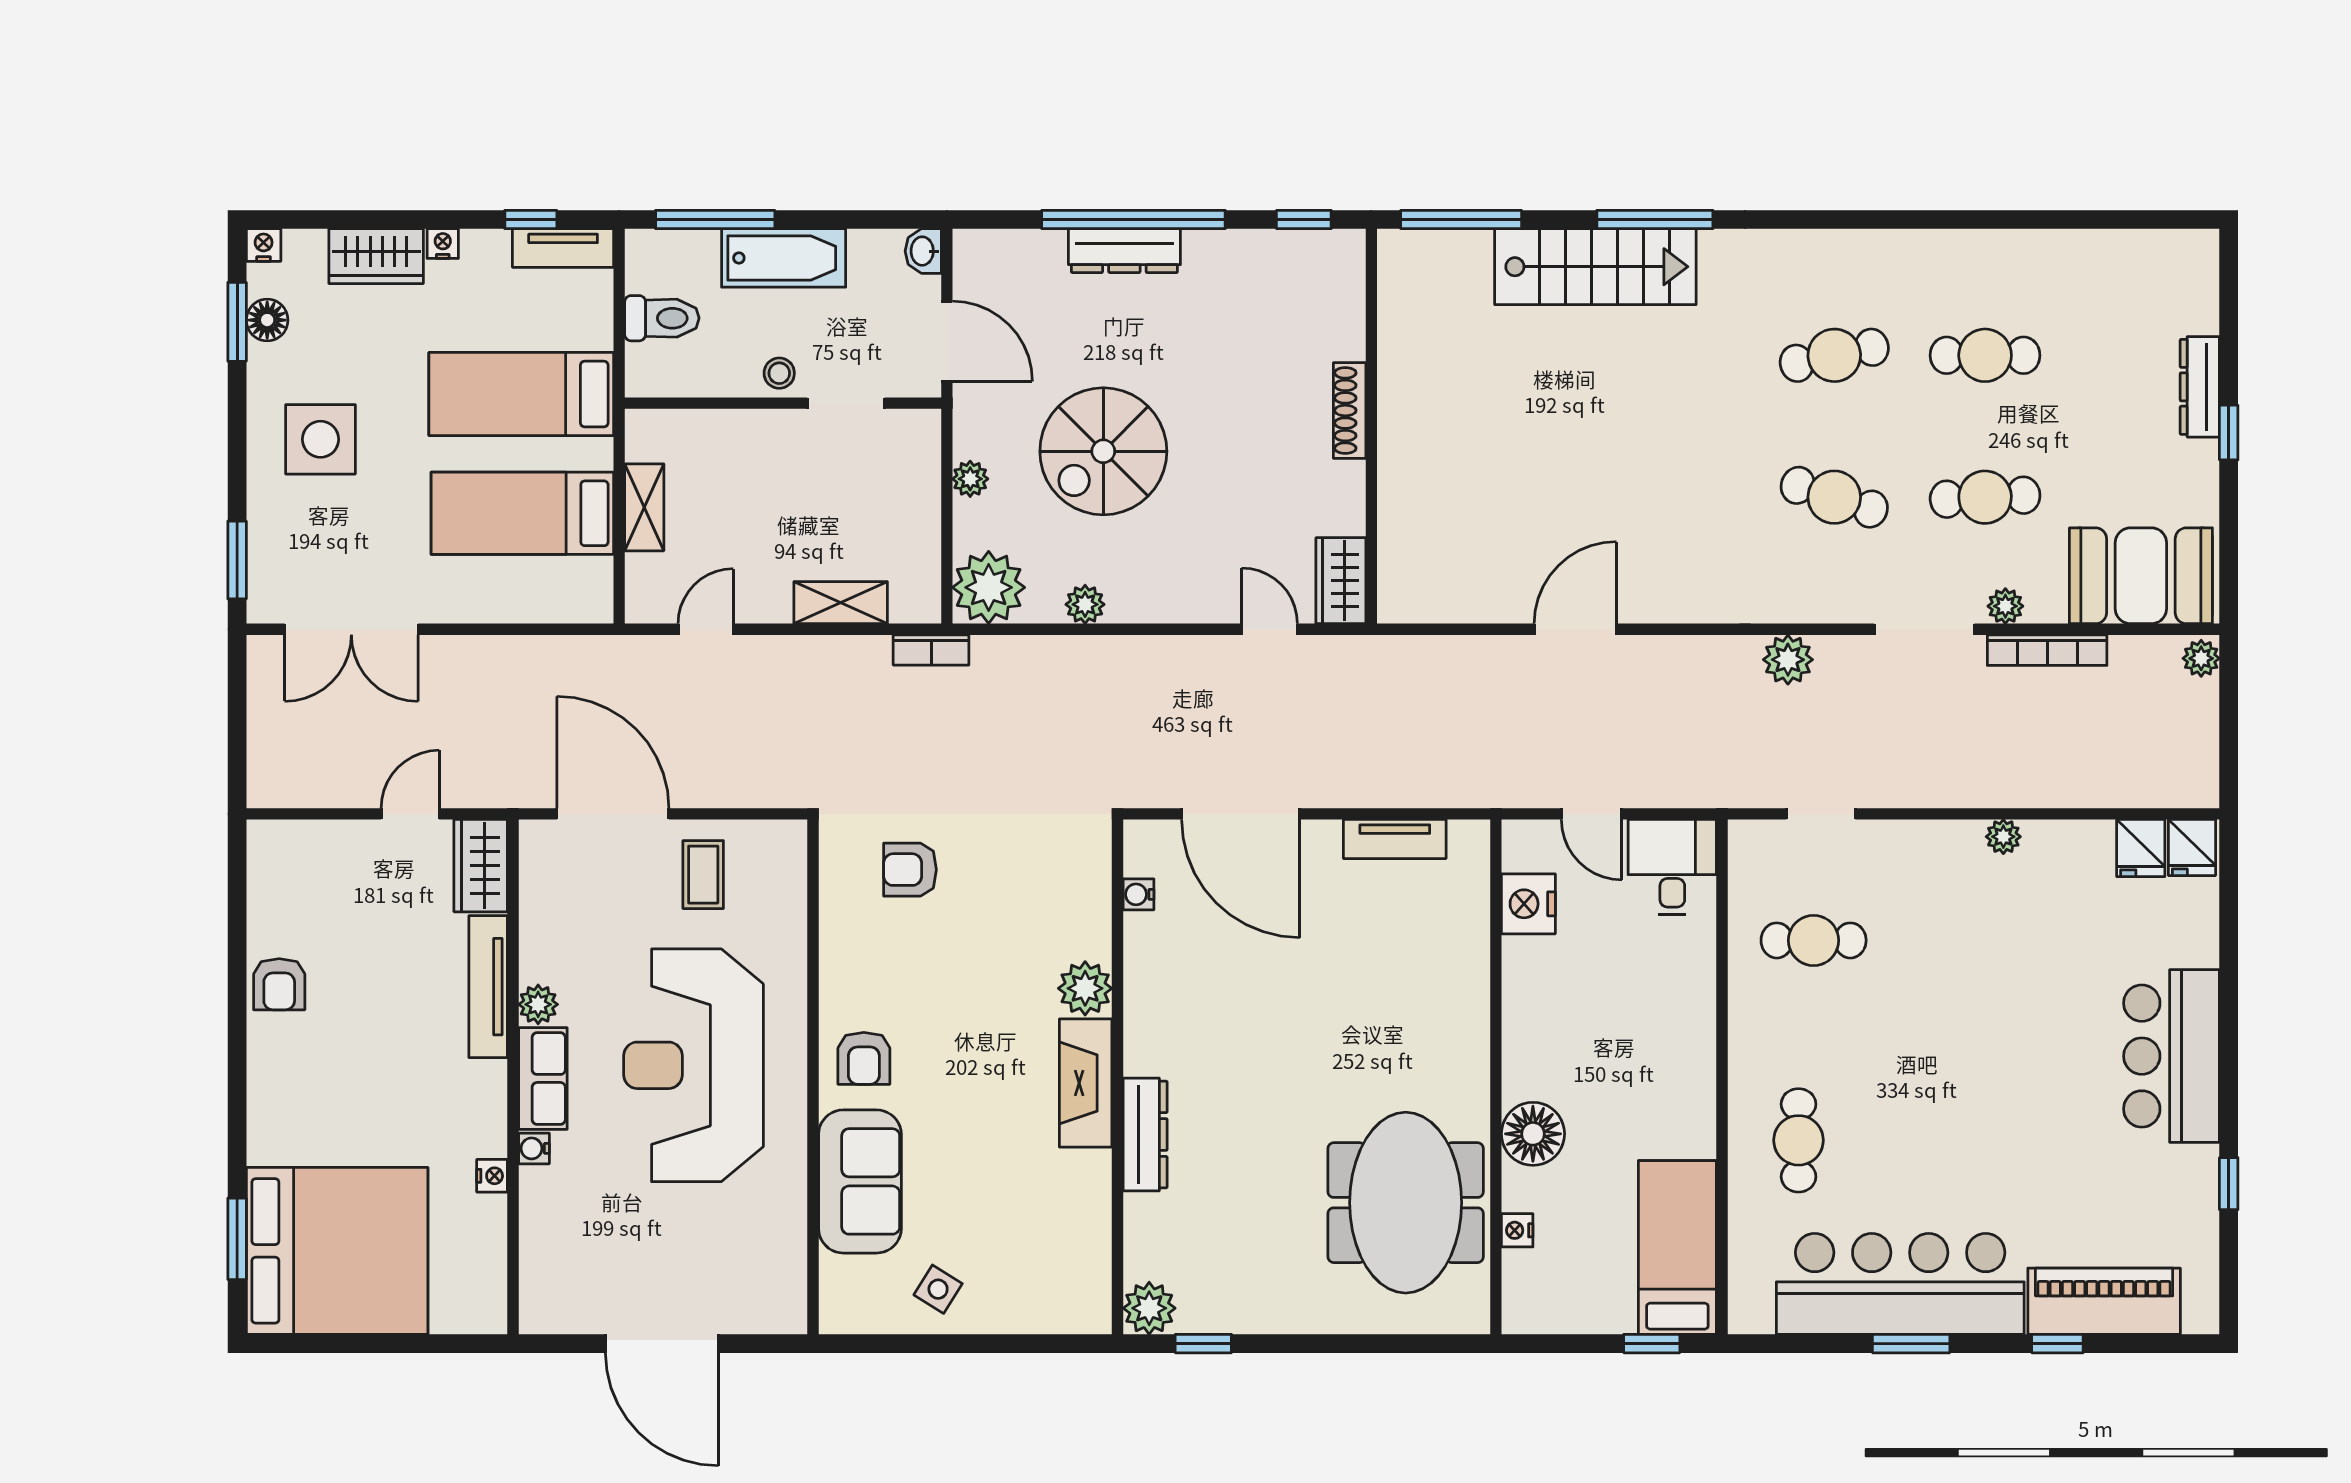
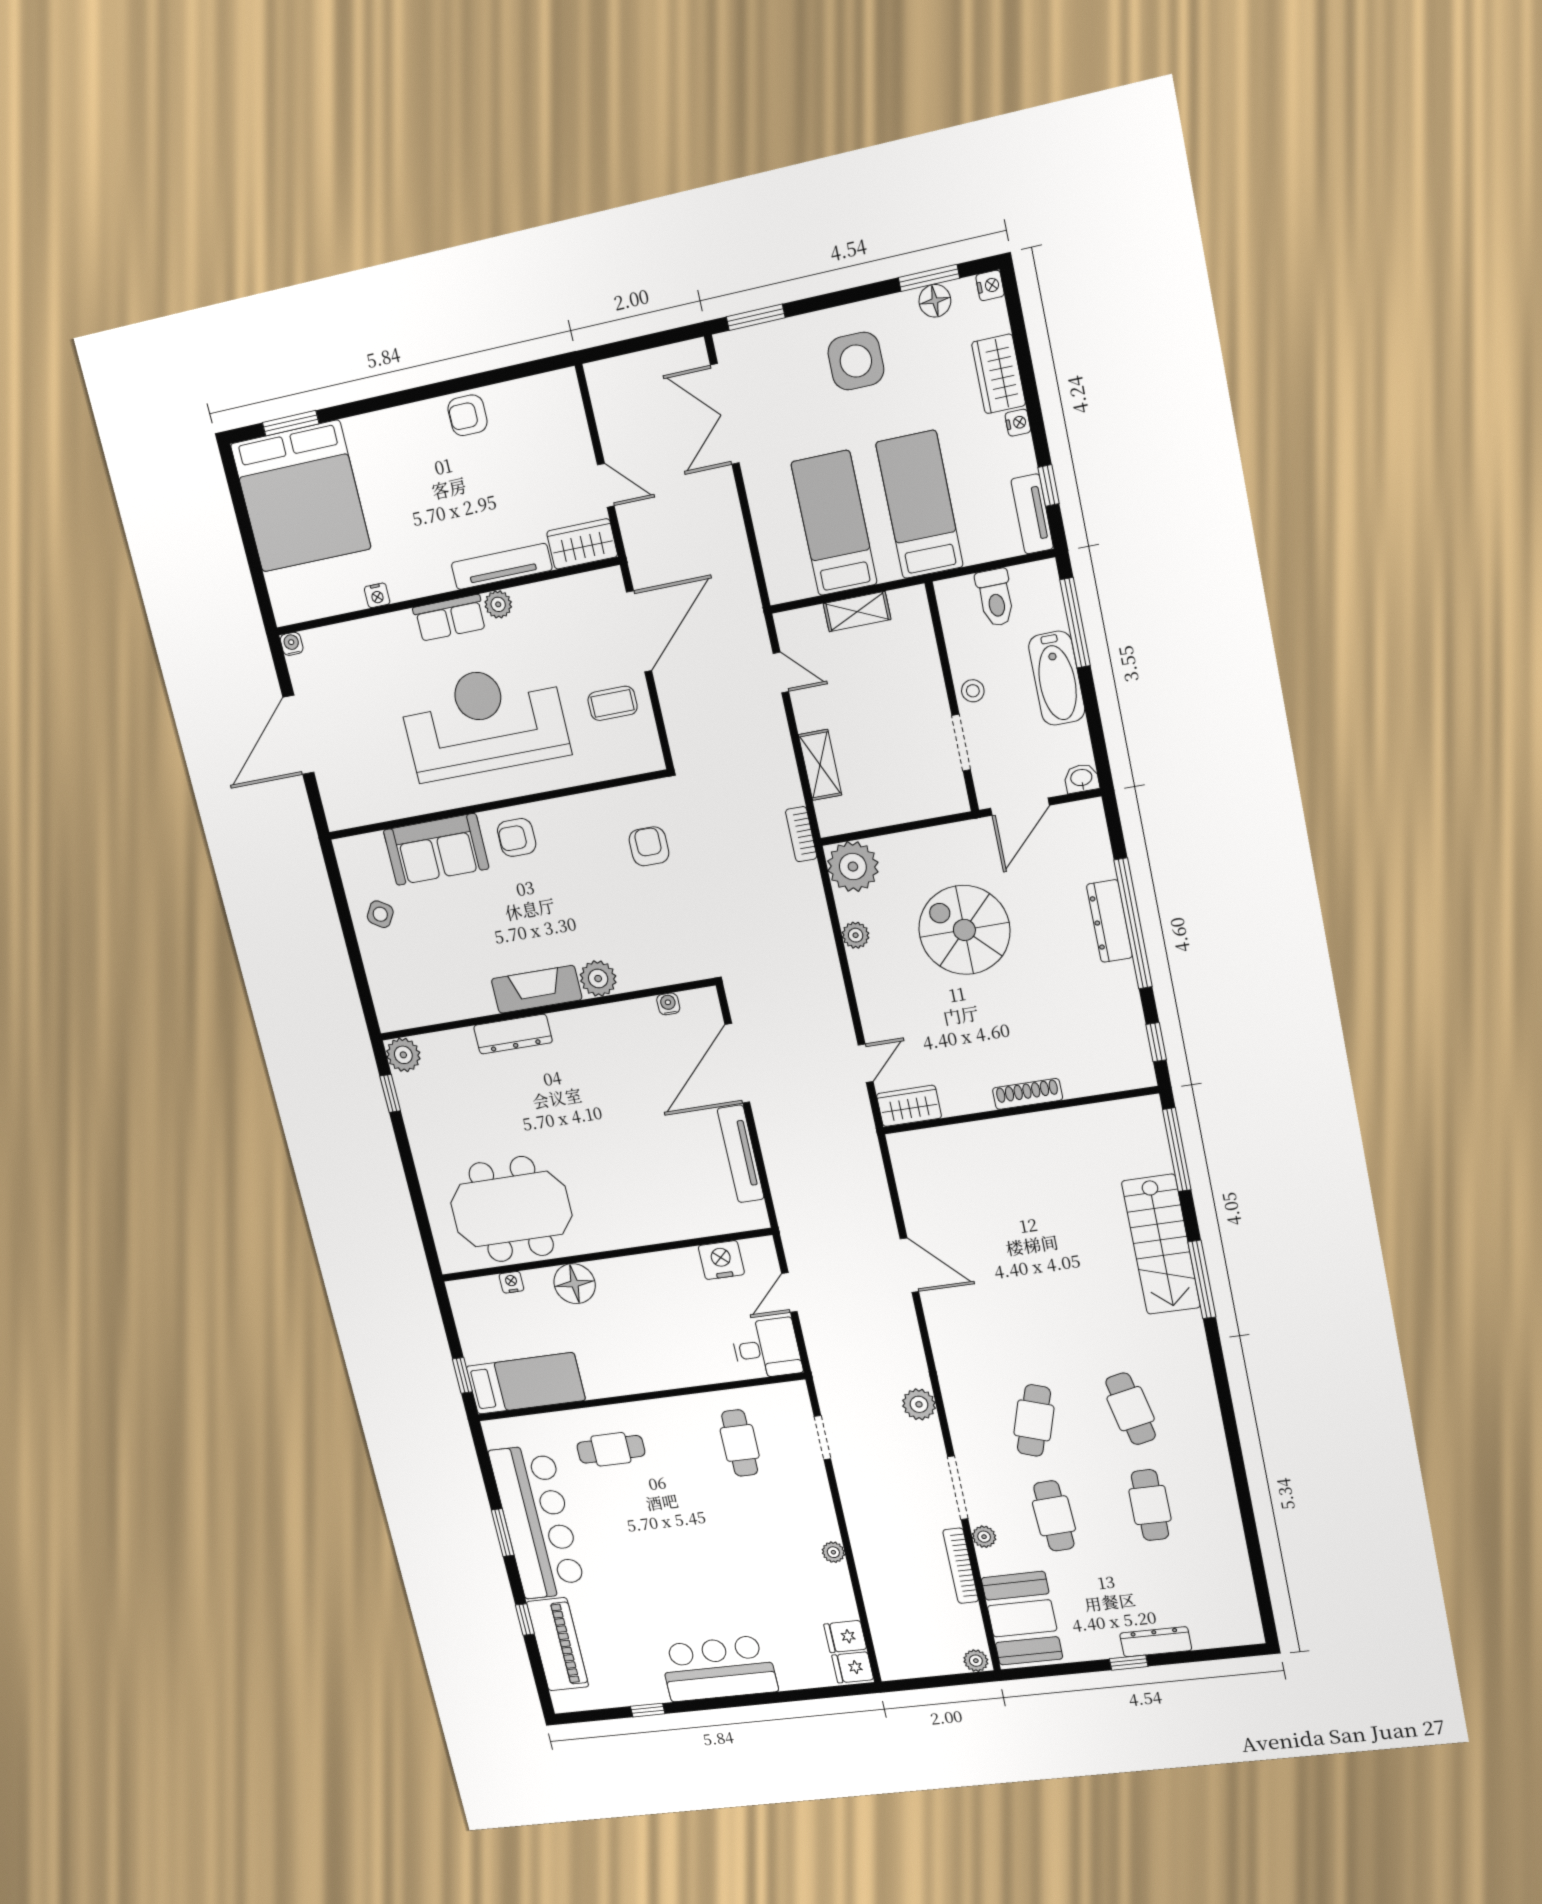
plant: (970, 479) -> (926, 840), removed
tv unit: (1395, 839) -> (741, 1154), width x1.41
water cooler: (534, 1148) -> (292, 644), moved

